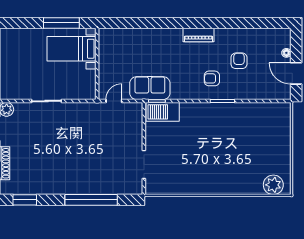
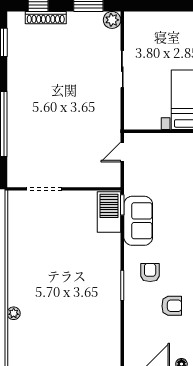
sofa: (150, 88) -> (138, 221), moved
door: (114, 101) -> (122, 152), swing flipped
plant: (273, 185) -> (14, 313), moved, width x0.53, depth x0.53

